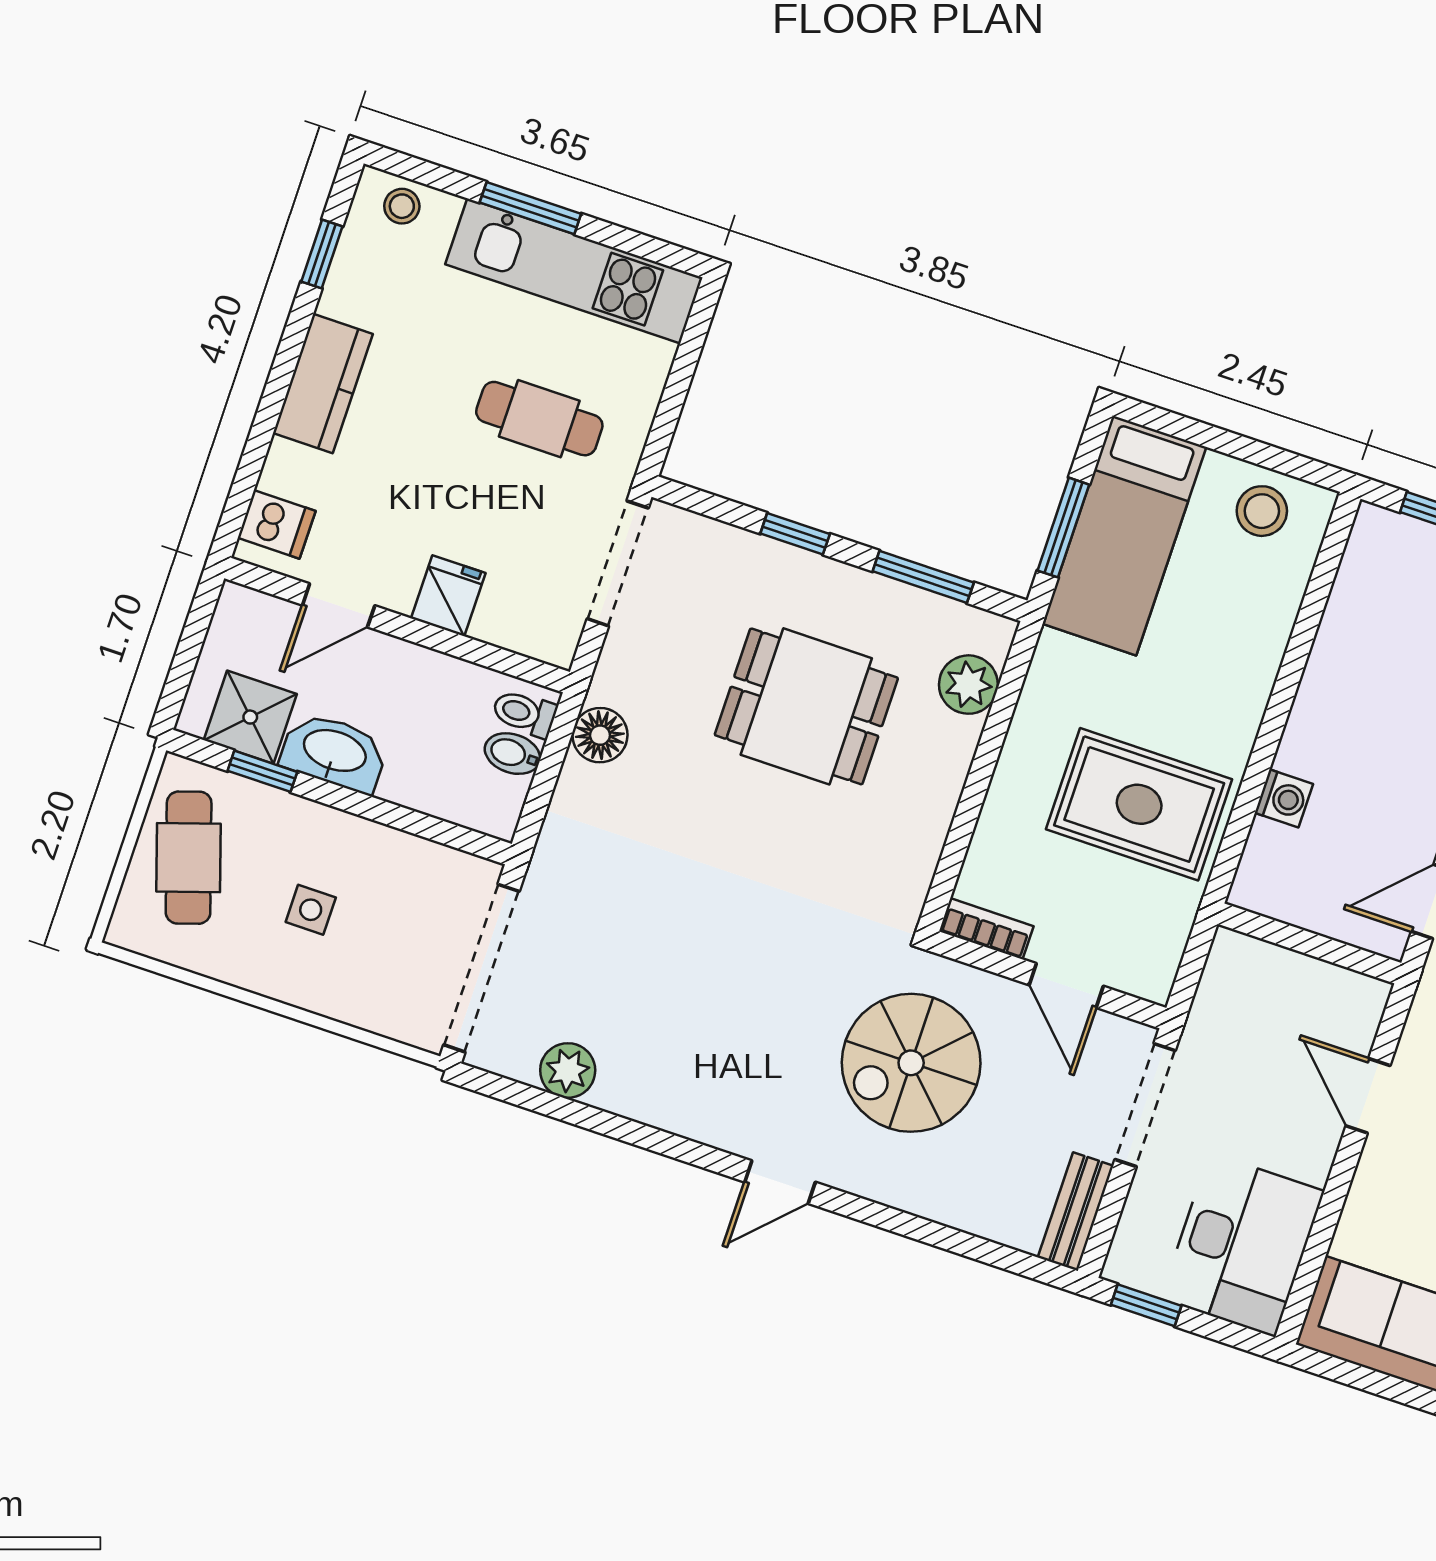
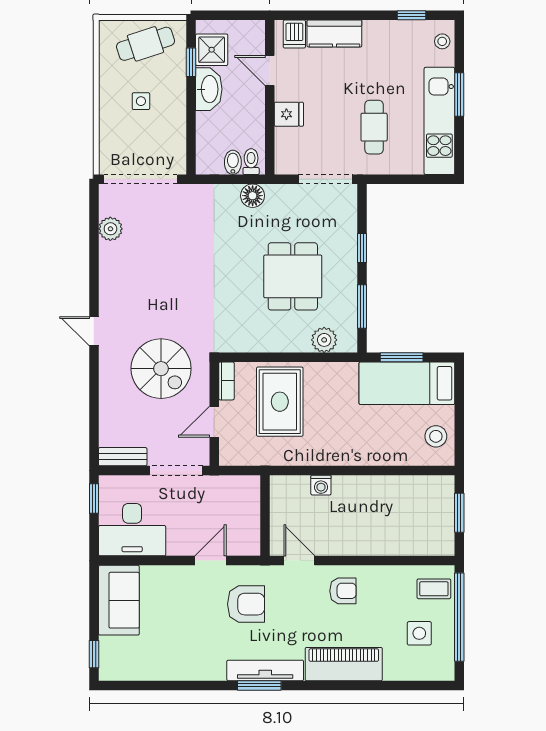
kitchen counter: (323, 384) -> (334, 33), moved
rug: (1139, 804) -> (280, 402), moved
spiral stairs: (911, 1063) -> (161, 369), turned 180

